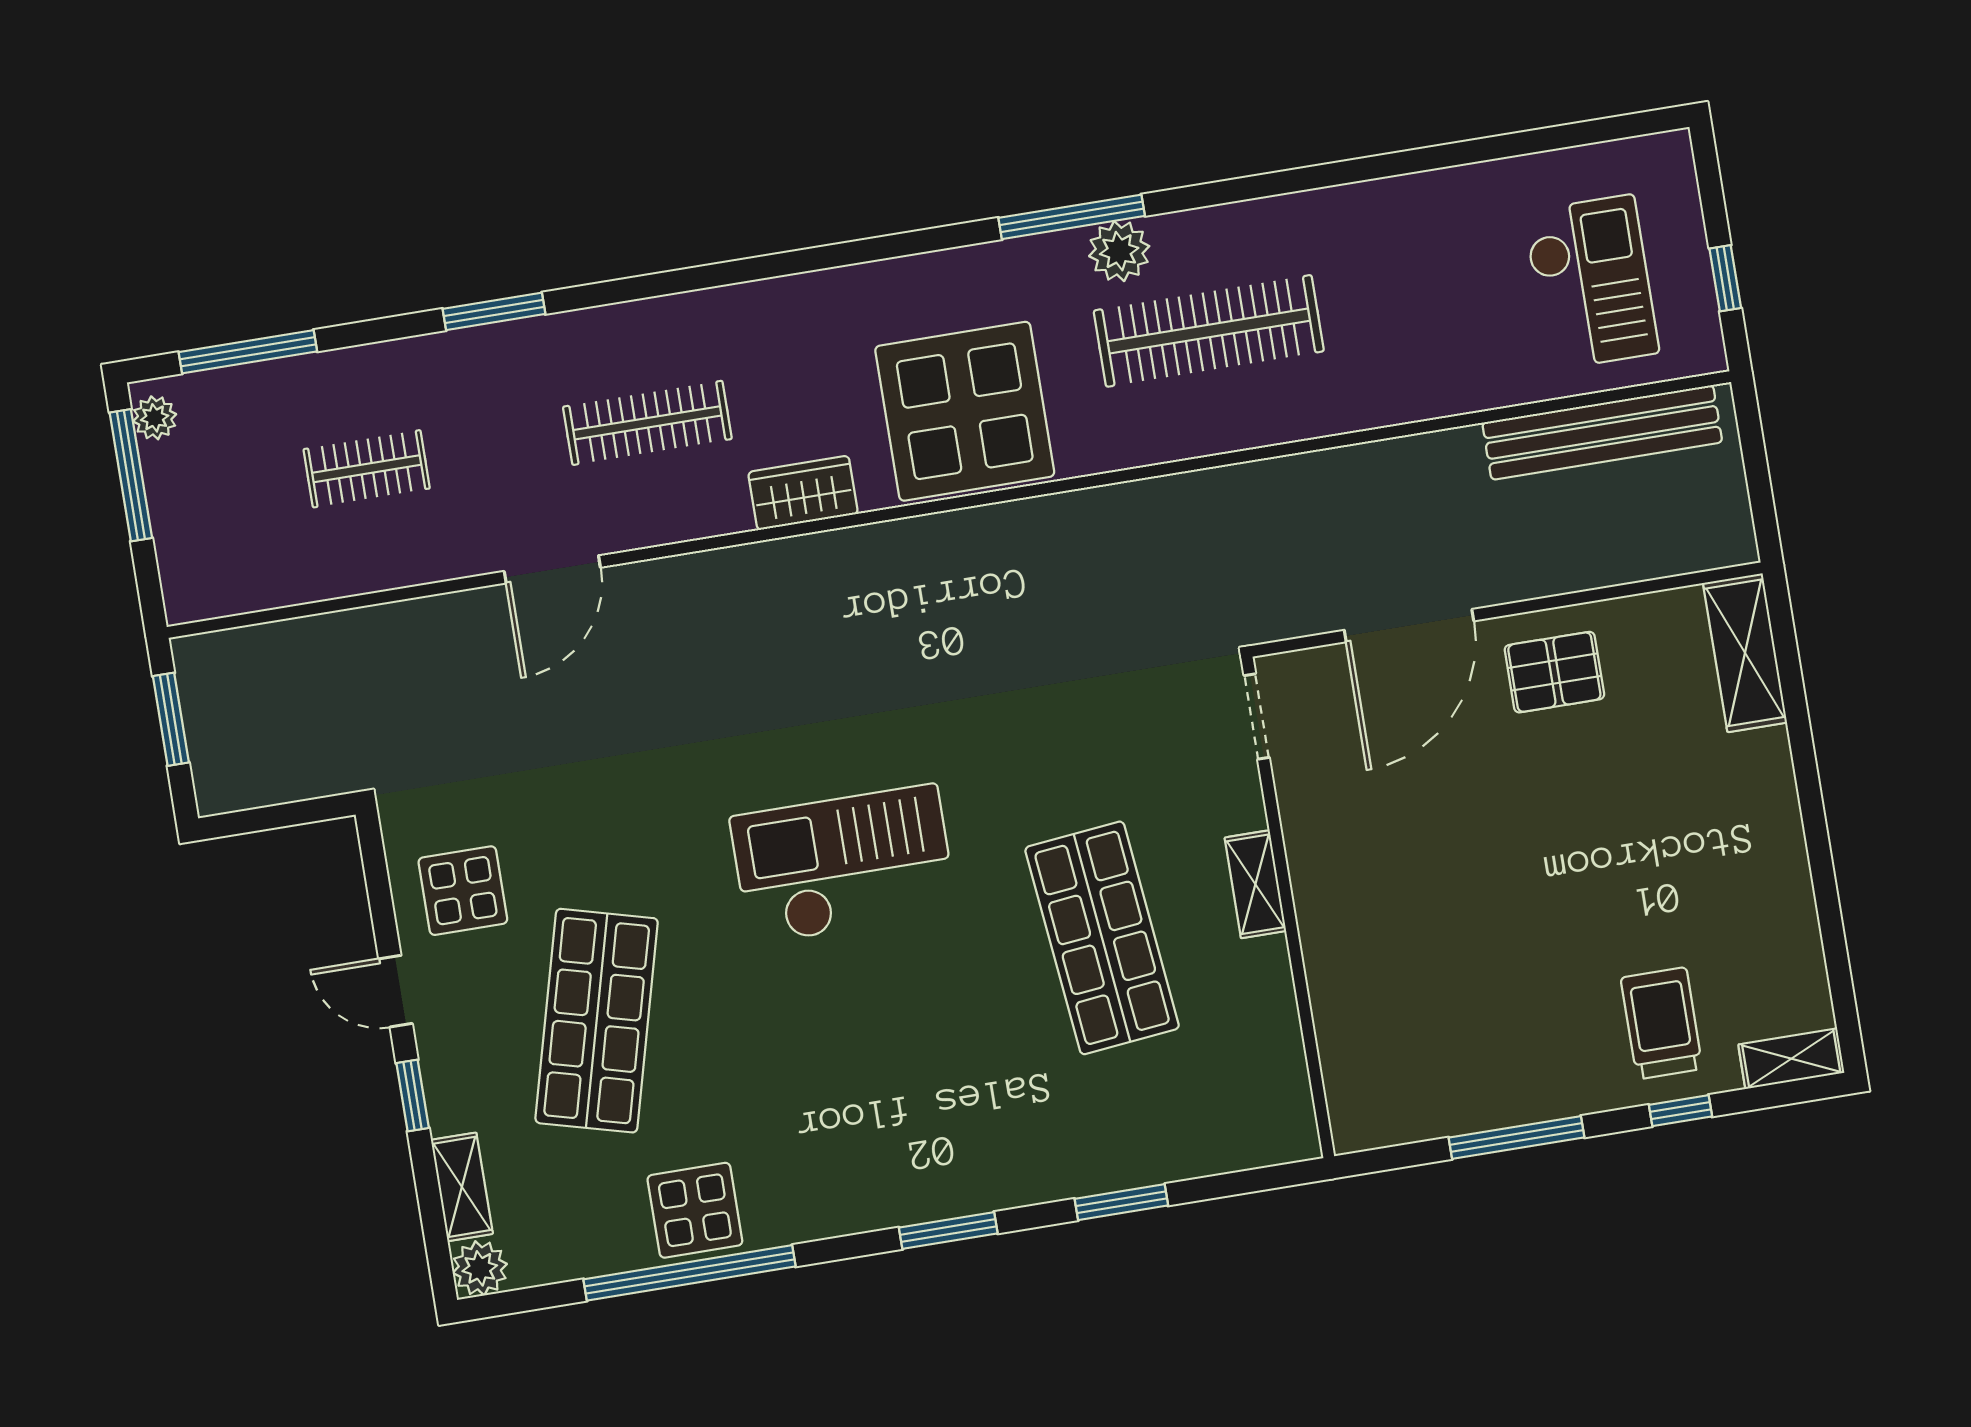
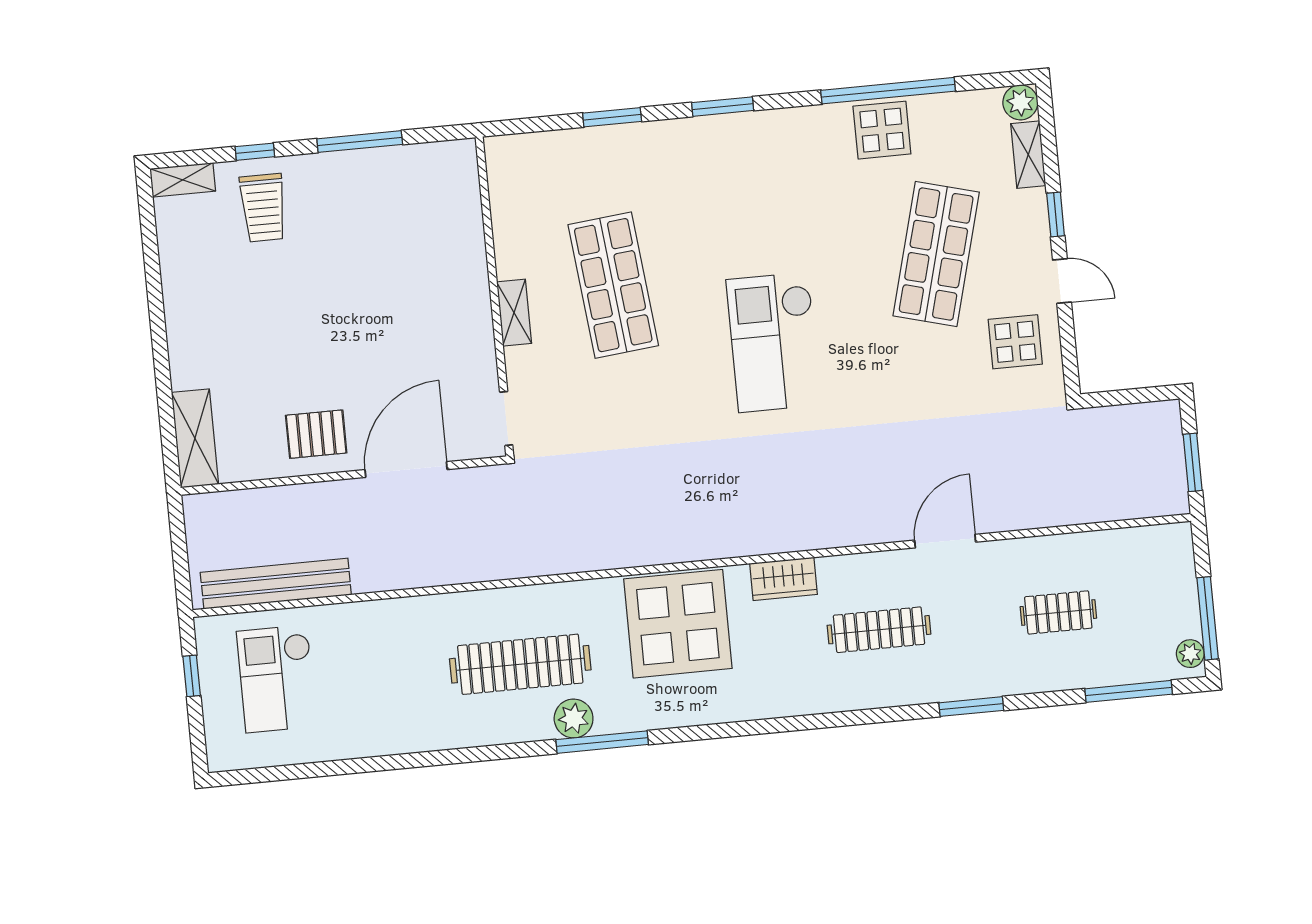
checkout: (843, 865) -> (774, 342), turned 90

